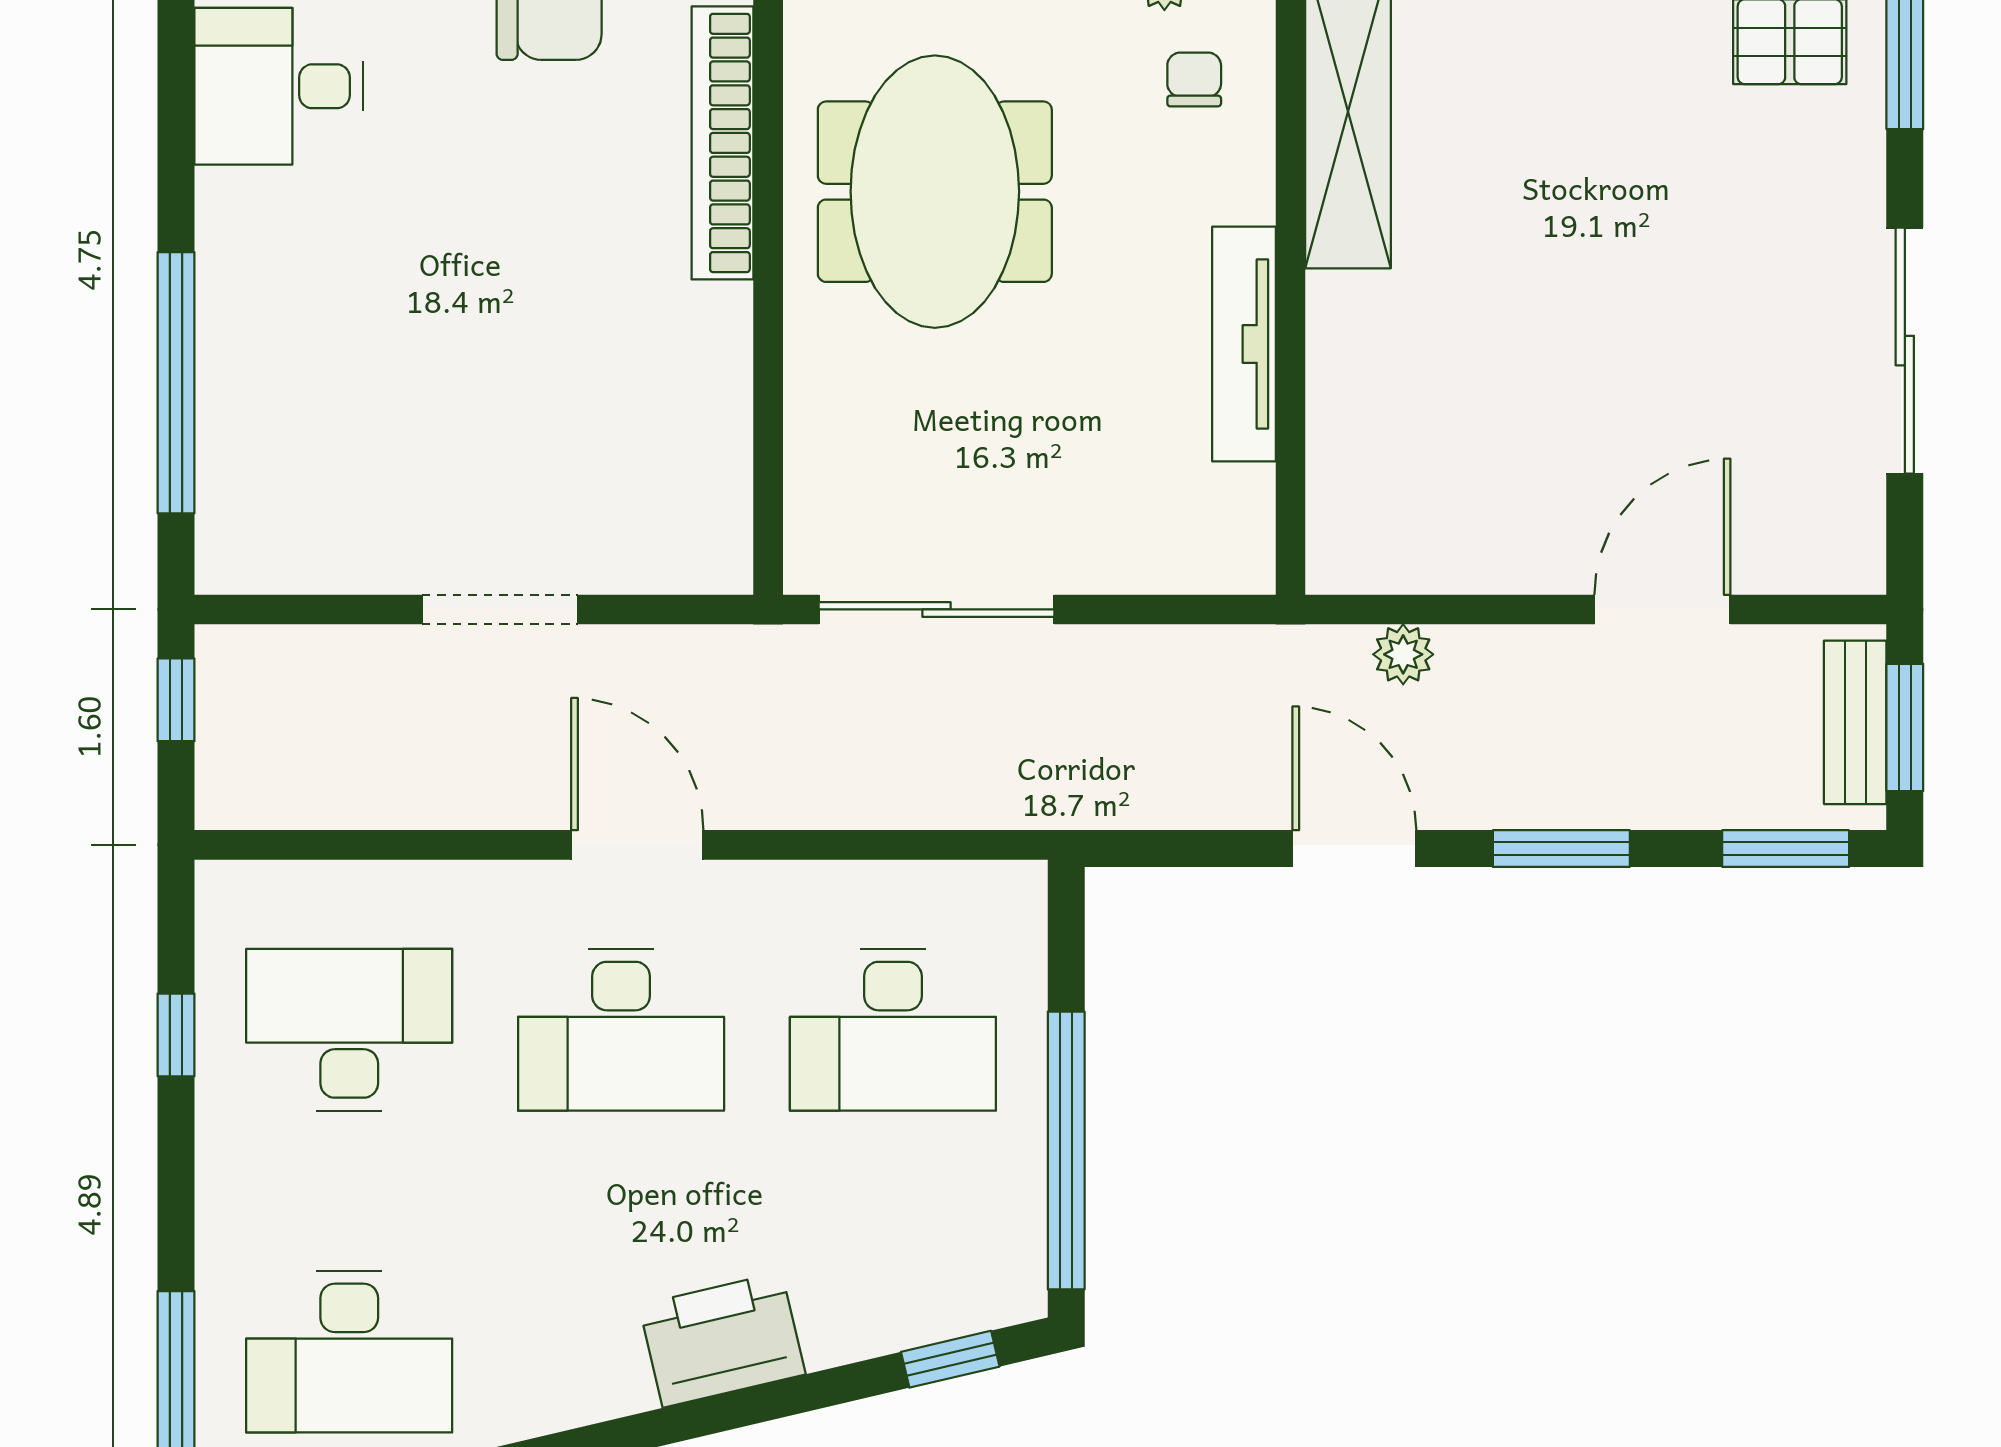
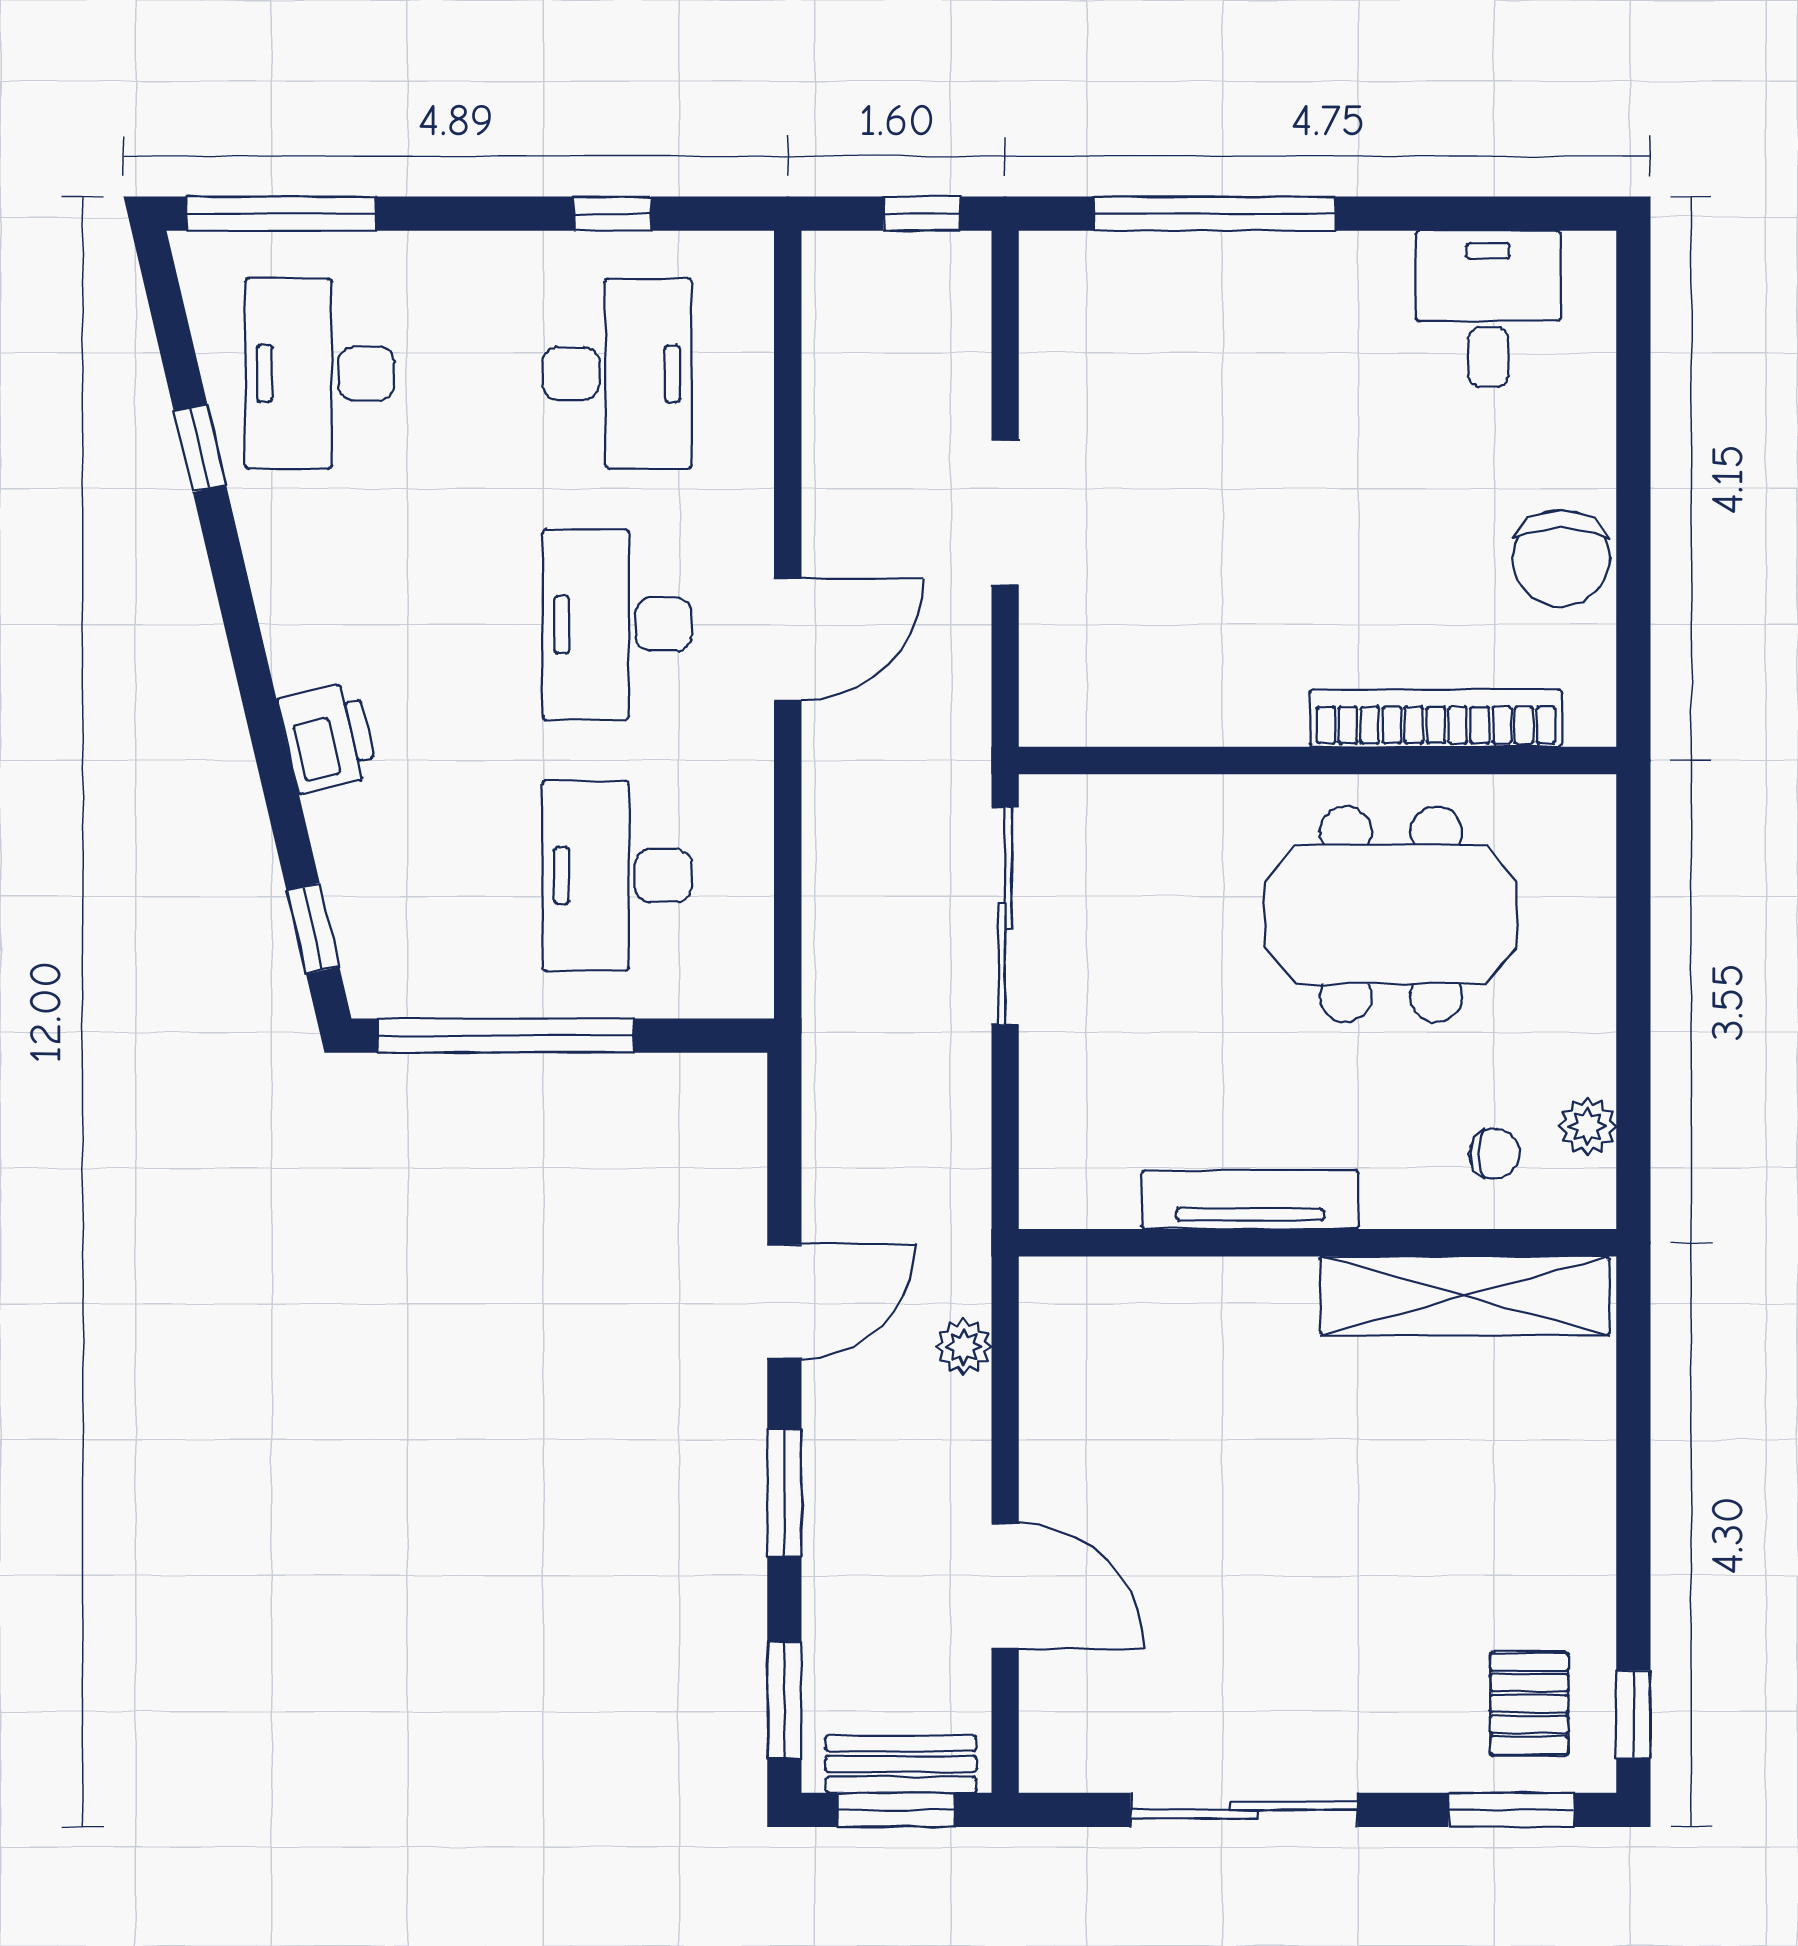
printer: (722, 1340) -> (327, 738), width x0.73, depth x0.84

